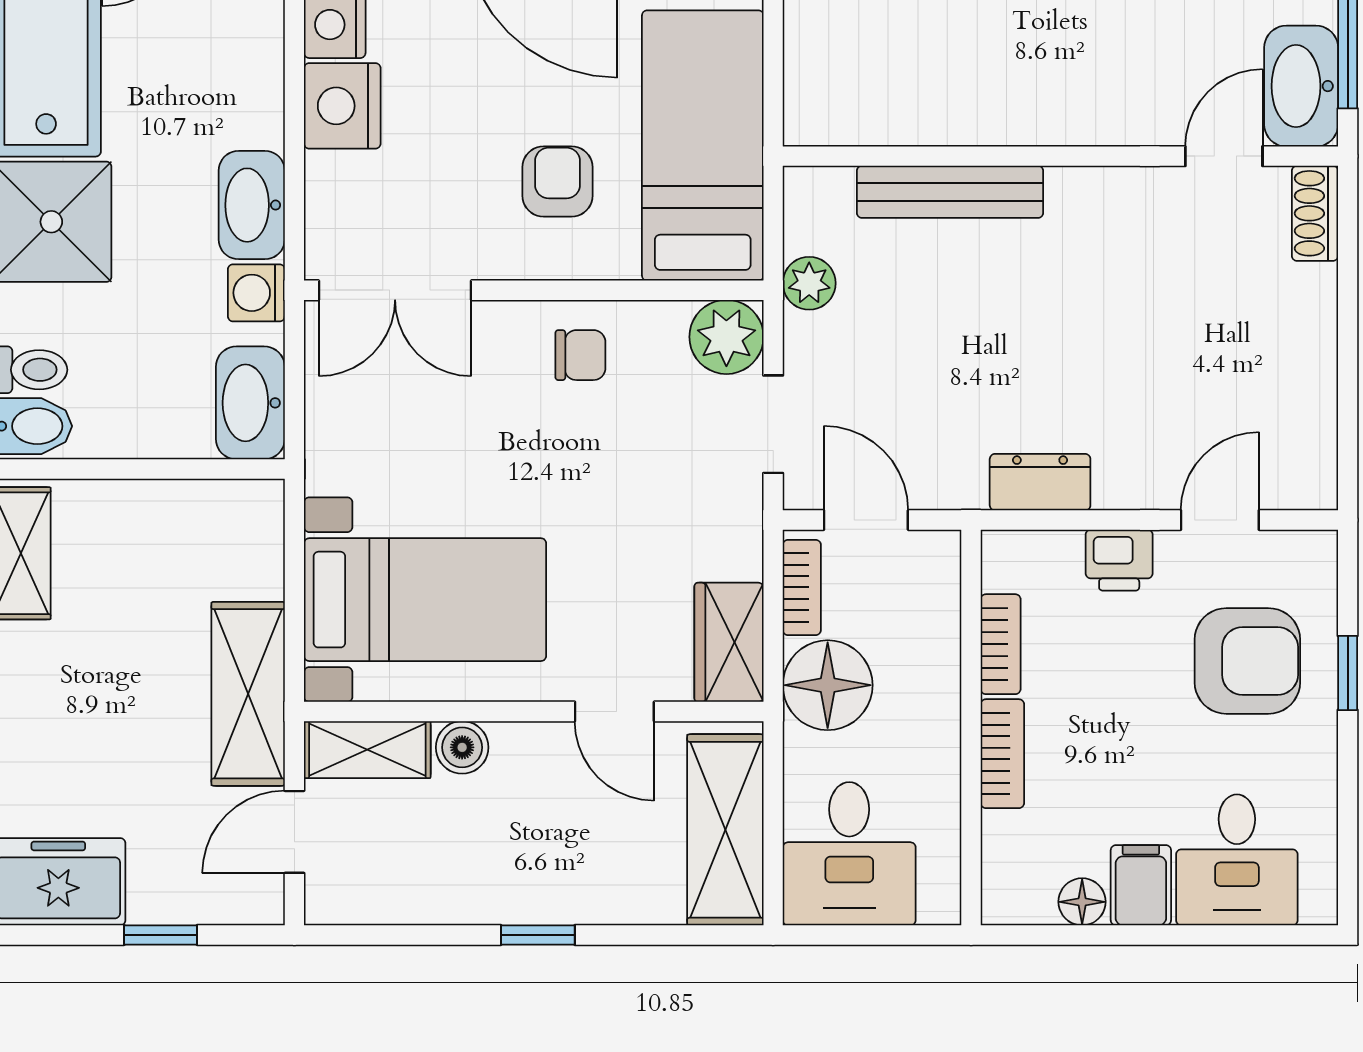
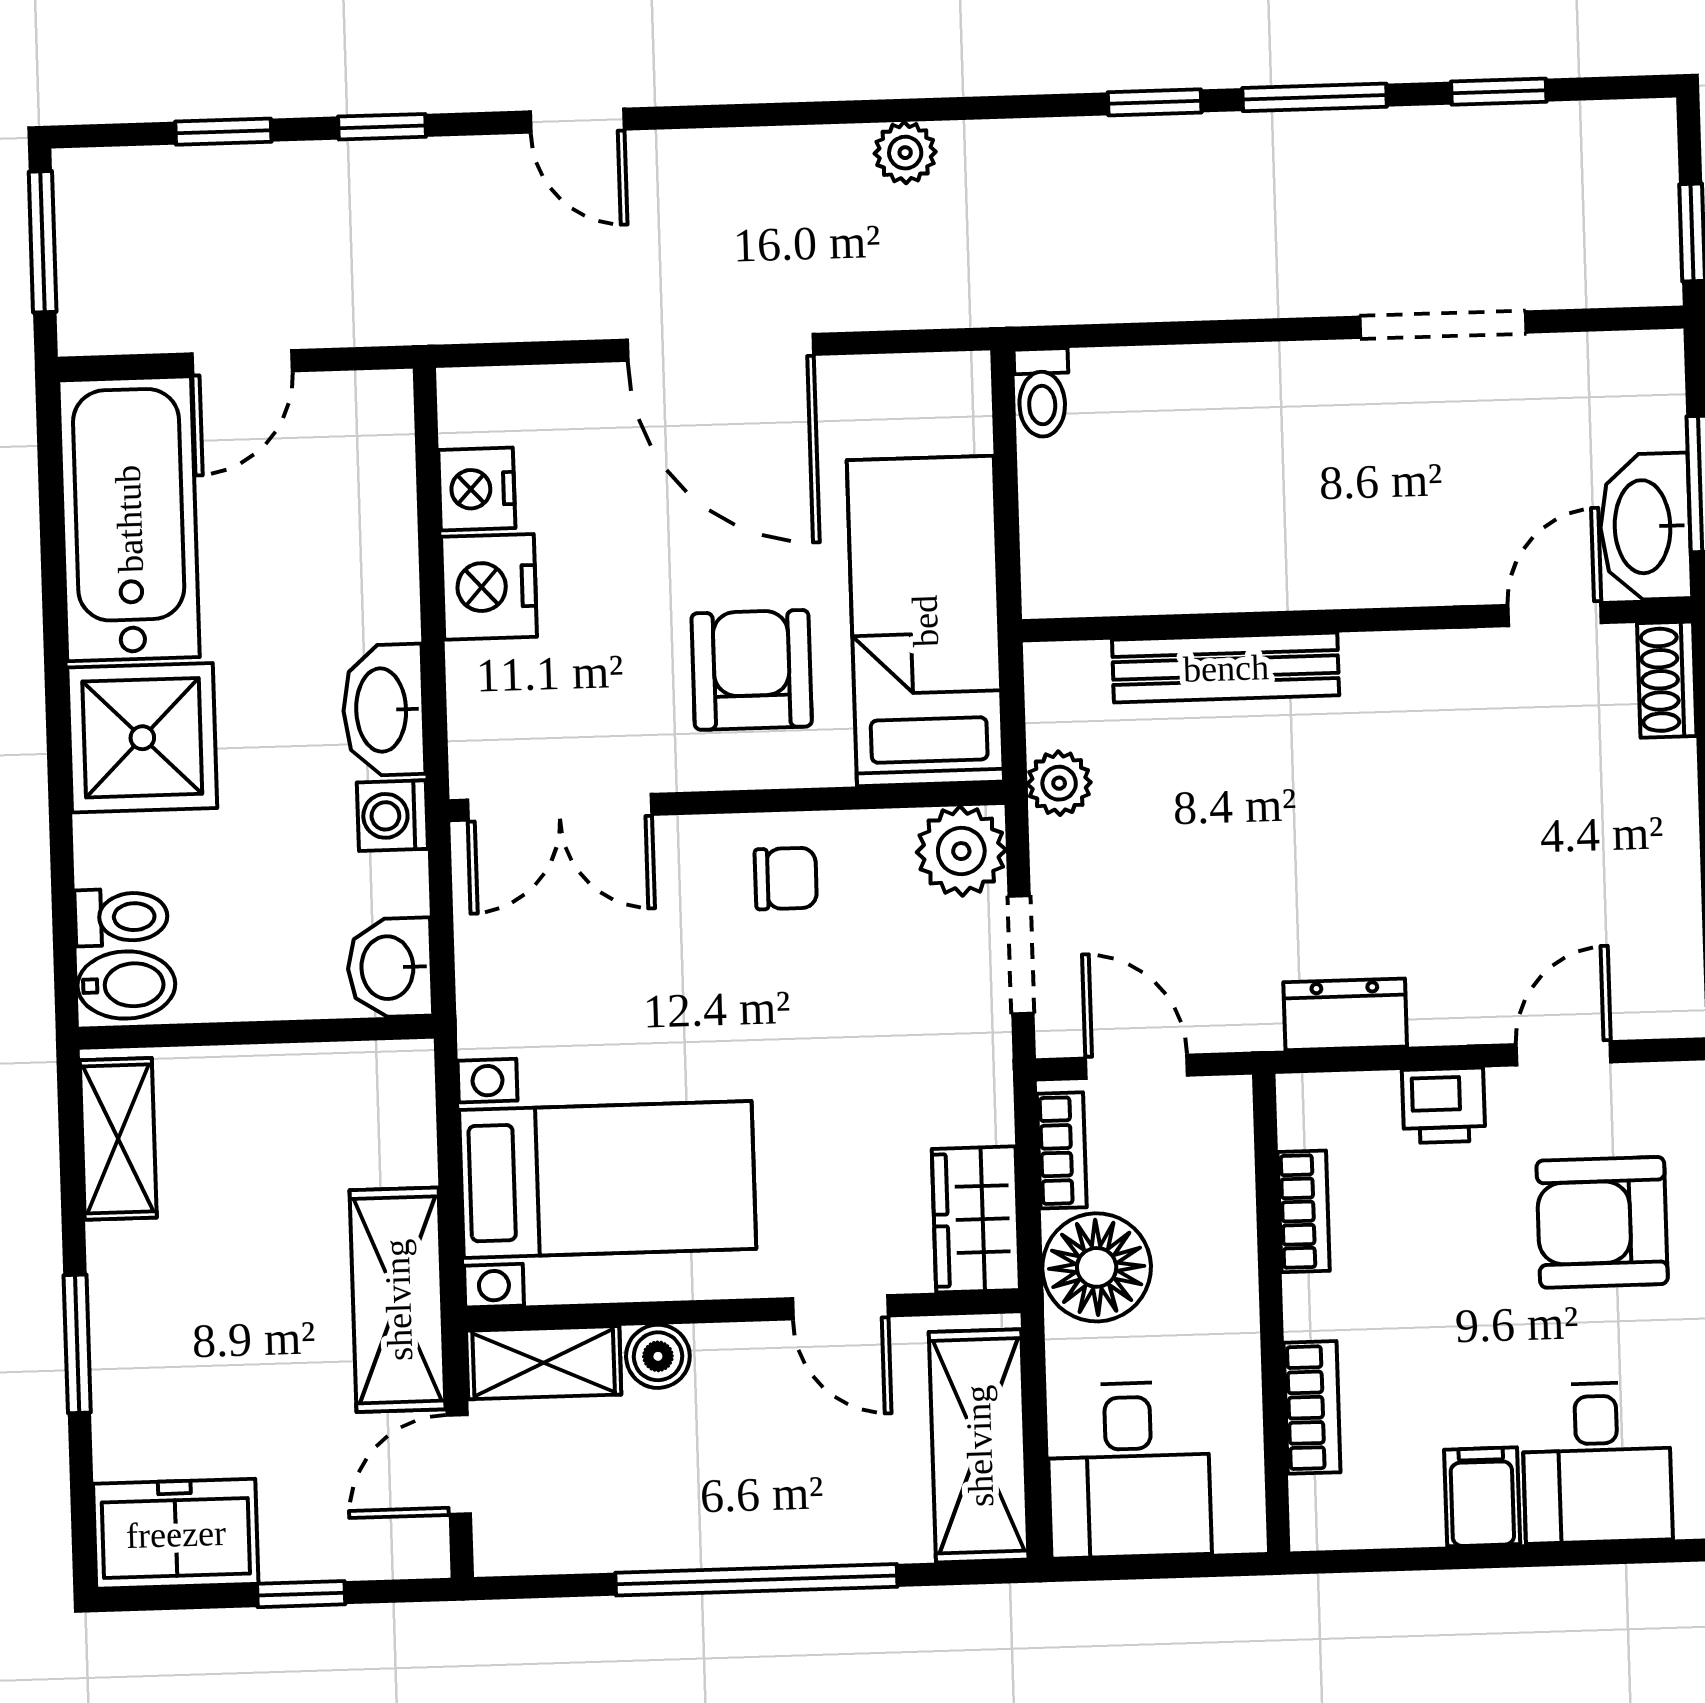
armchair: (558, 181) -> (752, 670), width x1.38, depth x1.38
washbasin: (250, 403) -> (390, 968), width x0.72
armchair: (1247, 661) -> (1602, 1222), turned 180
bookcase: (1002, 754) -> (1312, 1407), moved
floor lamp: (1082, 902) -> (1412, 1519), removed
window: (538, 935) -> (756, 1580), width x3.17

